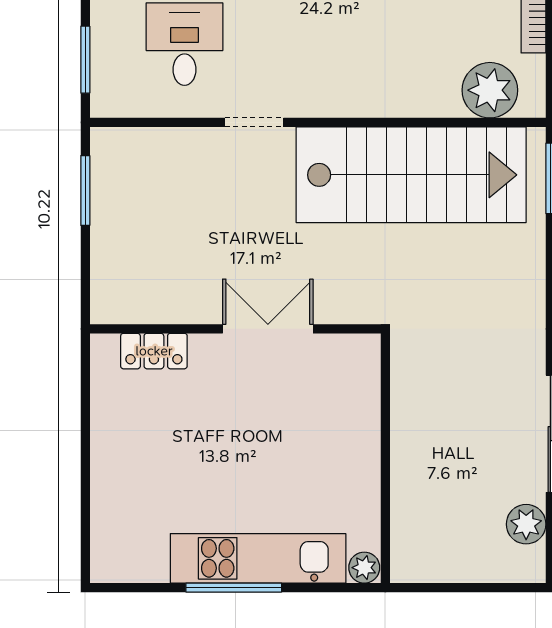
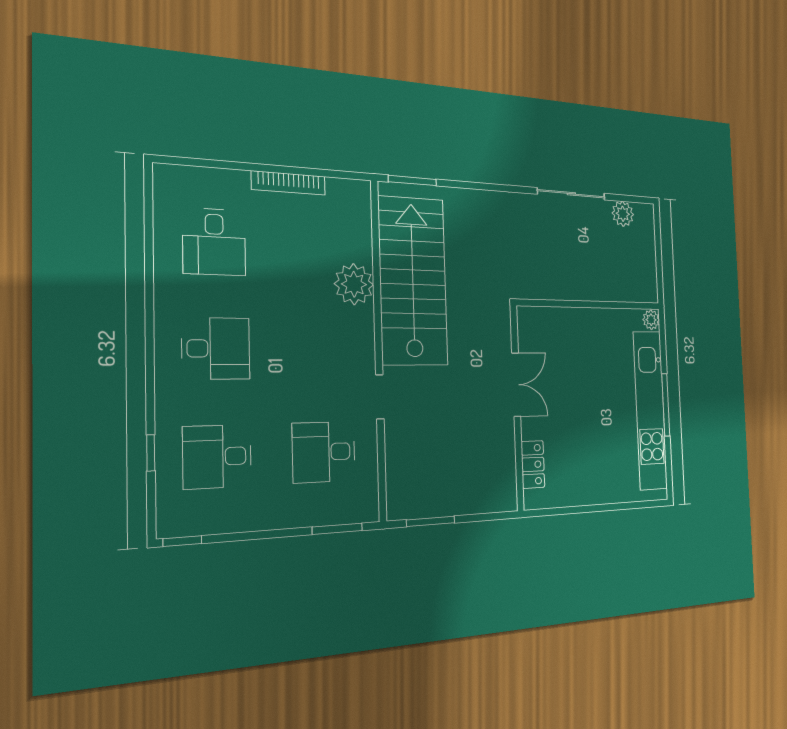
plant: (490, 90) -> (354, 284), moved
double door: (268, 329) -> (516, 385), swing flipped
kitchen unit: (258, 558) -> (650, 410), width x1.36

